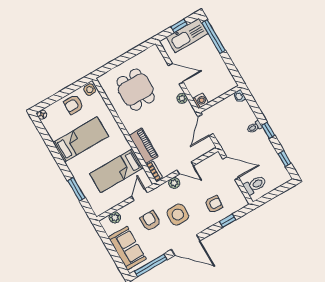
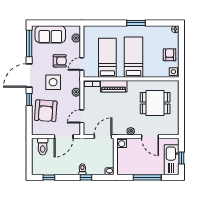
window: (214, 37) -> (147, 177), moved
door: (176, 74) -> (150, 137), hinge flipped
door: (206, 125) -> (103, 137), hinge flipped
window: (268, 130) -> (86, 177), moved
bed: (81, 139) -> (133, 57), moved, turned 180
door: (185, 168) -> (82, 116), moved
window: (76, 189) -> (136, 23), moved
door: (139, 195) -> (82, 64), swing flipped
armchair: (214, 204) -> (46, 111), width x1.88, depth x1.88
window: (228, 221) -> (29, 99), moved

